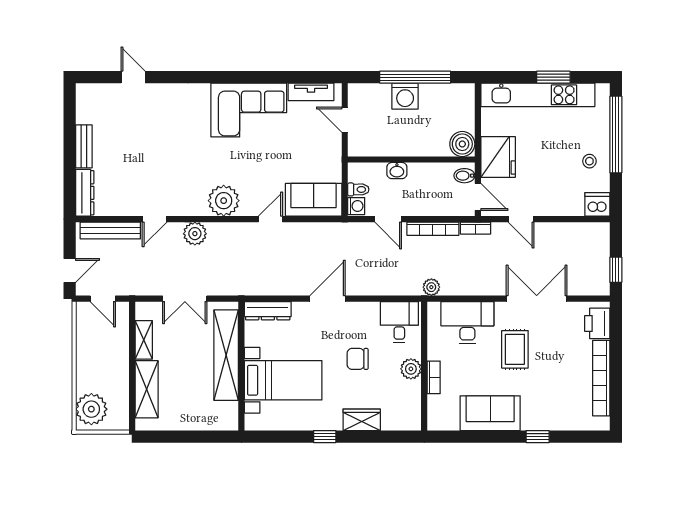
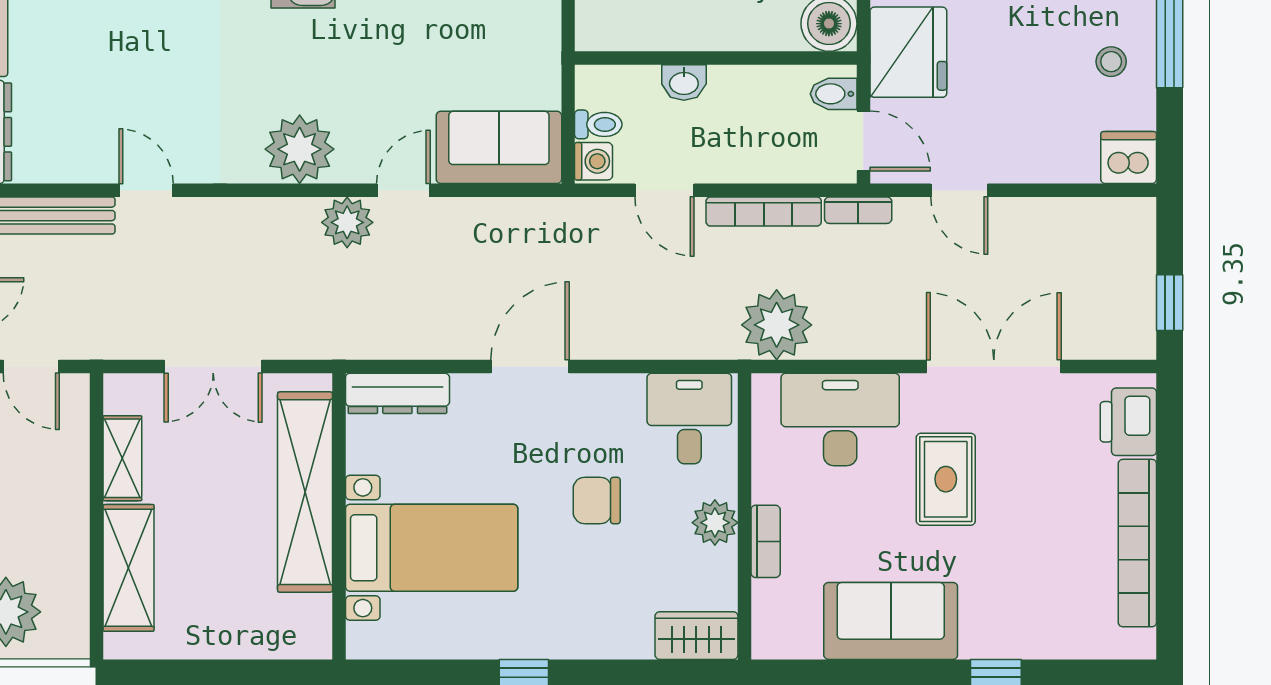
door: (155, 219) -> (146, 190), swing flipped
plant: (195, 234) -> (347, 222), moved
plant: (431, 287) -> (777, 325), width x1.88, depth x1.88
wardrobe: (362, 420) -> (696, 636), moved

